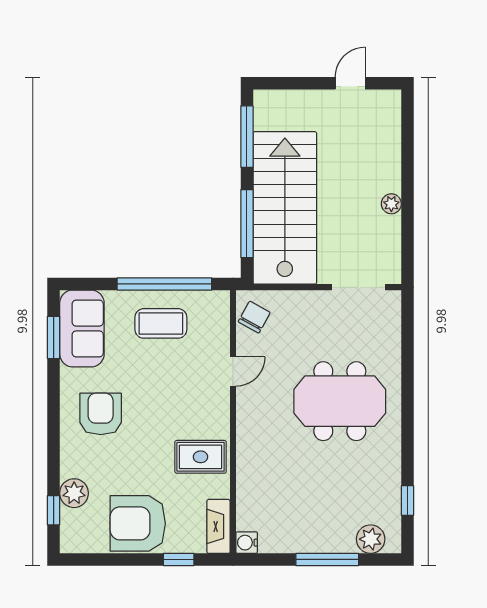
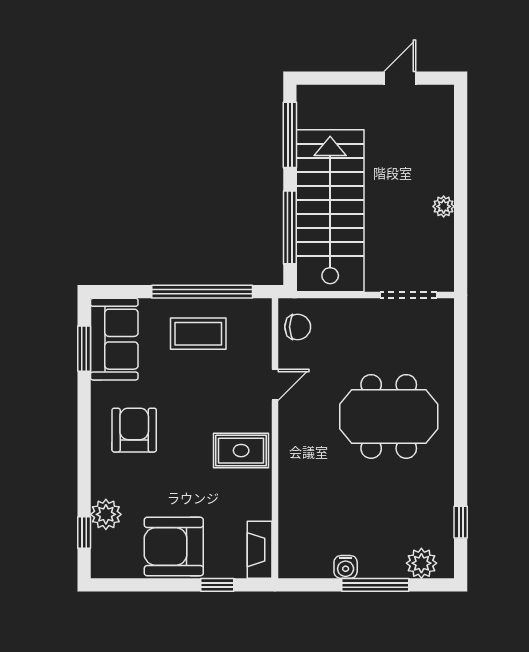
chair: (254, 317) -> (298, 327), turned 61
rug: (201, 457) -> (241, 451), moved
water cooler: (247, 543) -> (346, 567), moved, turned -90

